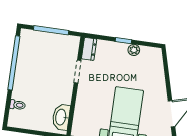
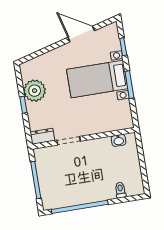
plant: (134, 50) -> (35, 91), width x1.87, depth x1.87
washbasin: (61, 117) -> (119, 140), width x0.52, depth x0.69

